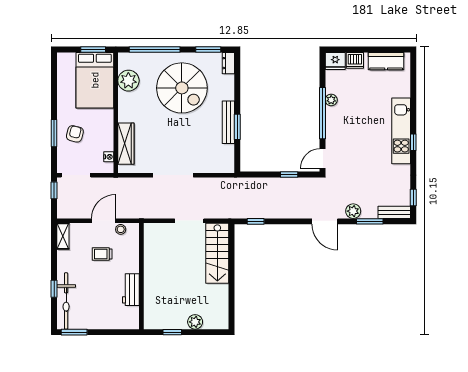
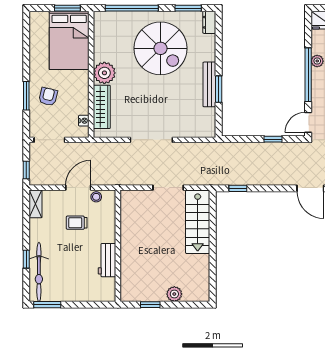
plant: (128, 81) -> (104, 73), moved
window: (54, 190) -> (26, 170), moved

